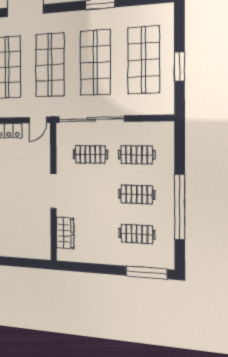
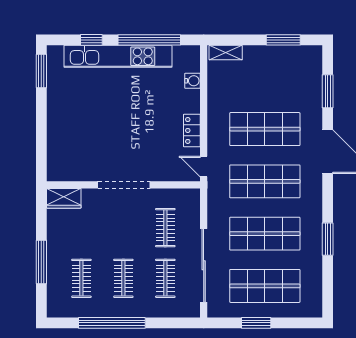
sliding door: (91, 119) -> (204, 265), moved
doorway: (53, 191) -> (124, 185), width x1.36
wardrobe: (65, 233) -> (64, 198), moved
window: (146, 272) -> (41, 262), moved

